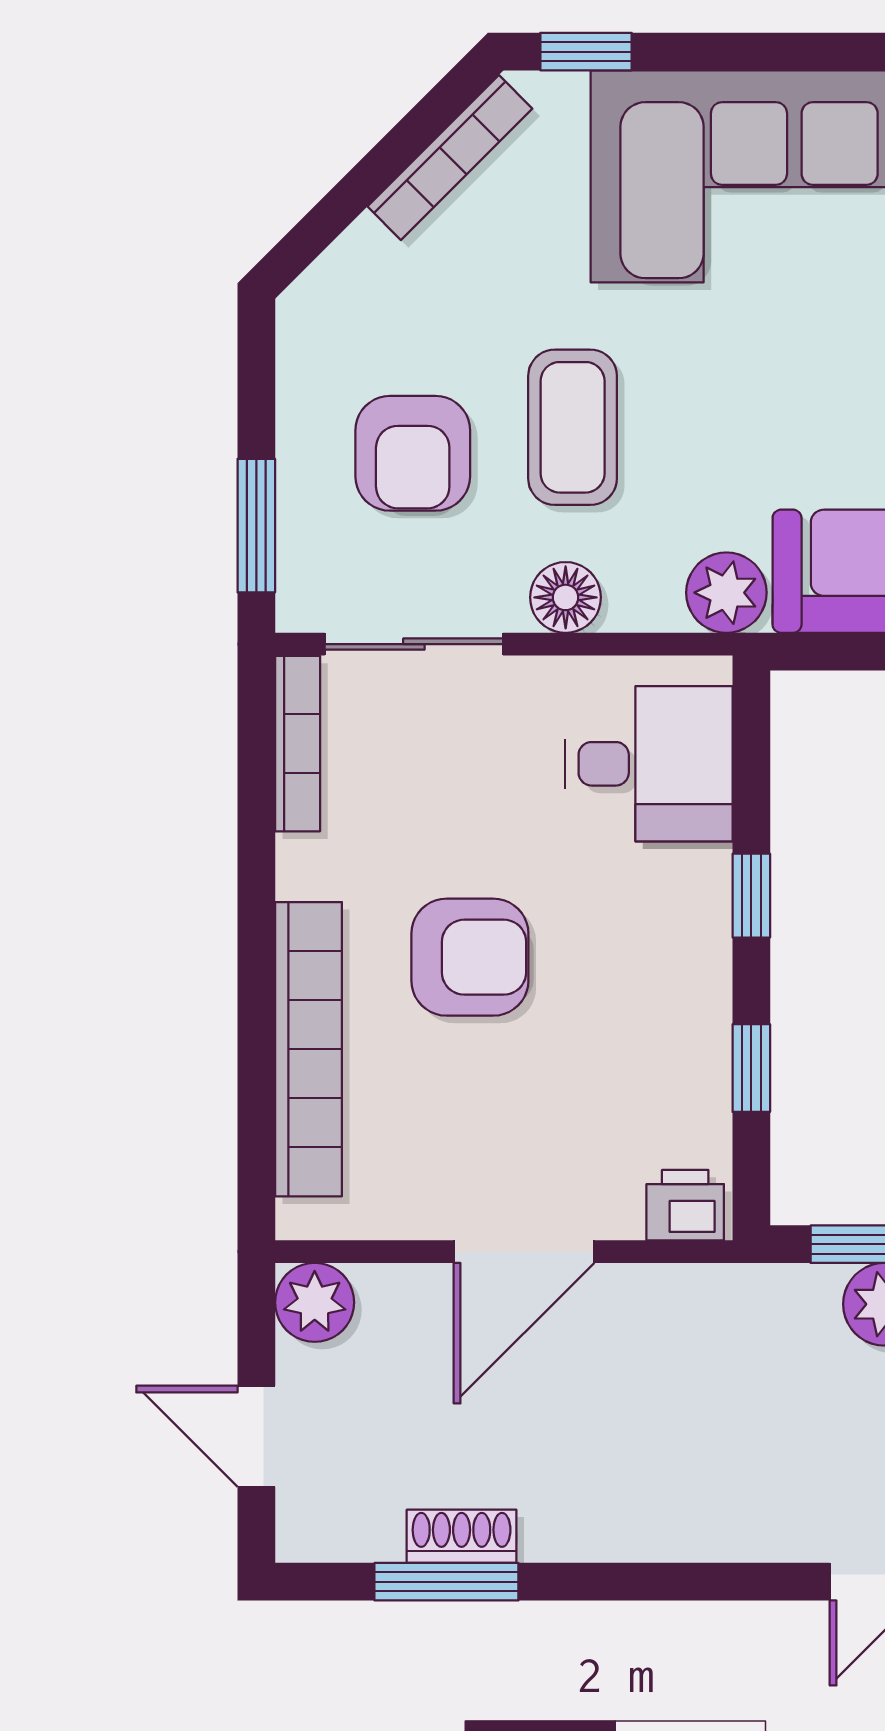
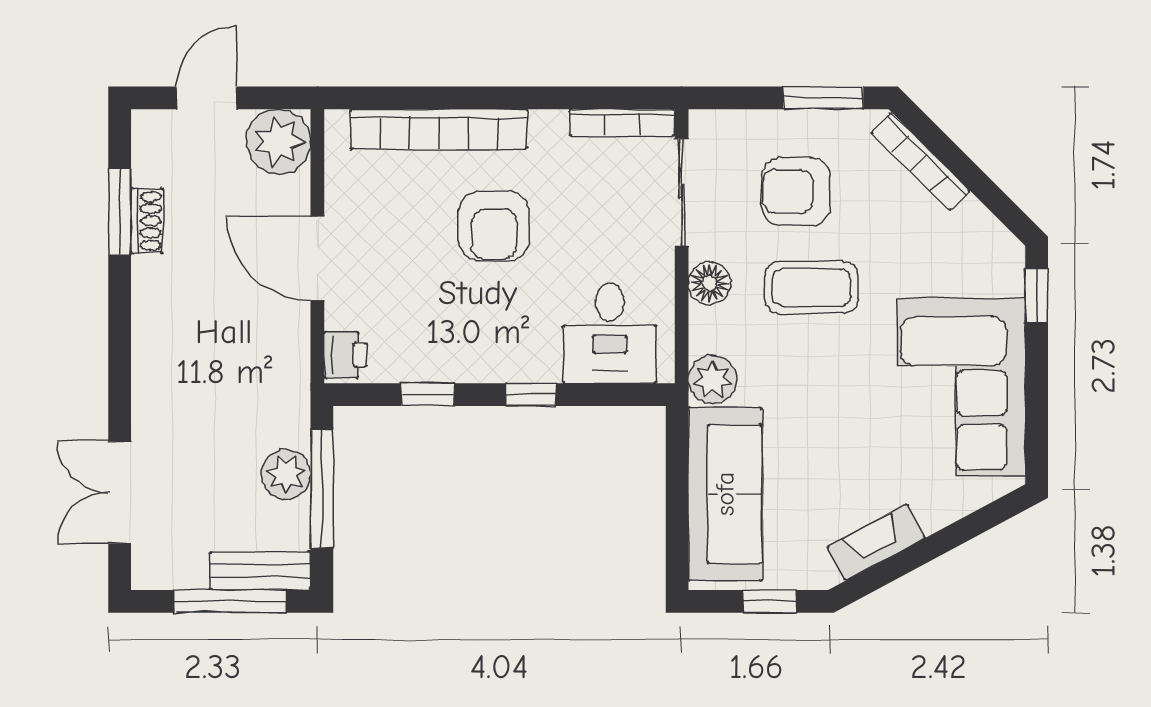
bookcase: (450, 158) -> (921, 161), moved
window: (256, 526) -> (823, 98), moved
plant: (315, 1302) -> (278, 141), width x1.36, depth x1.36

